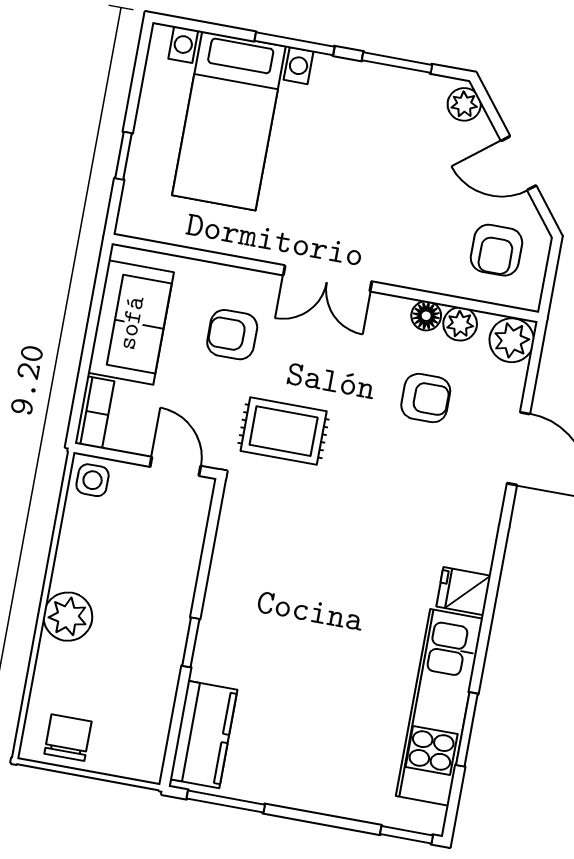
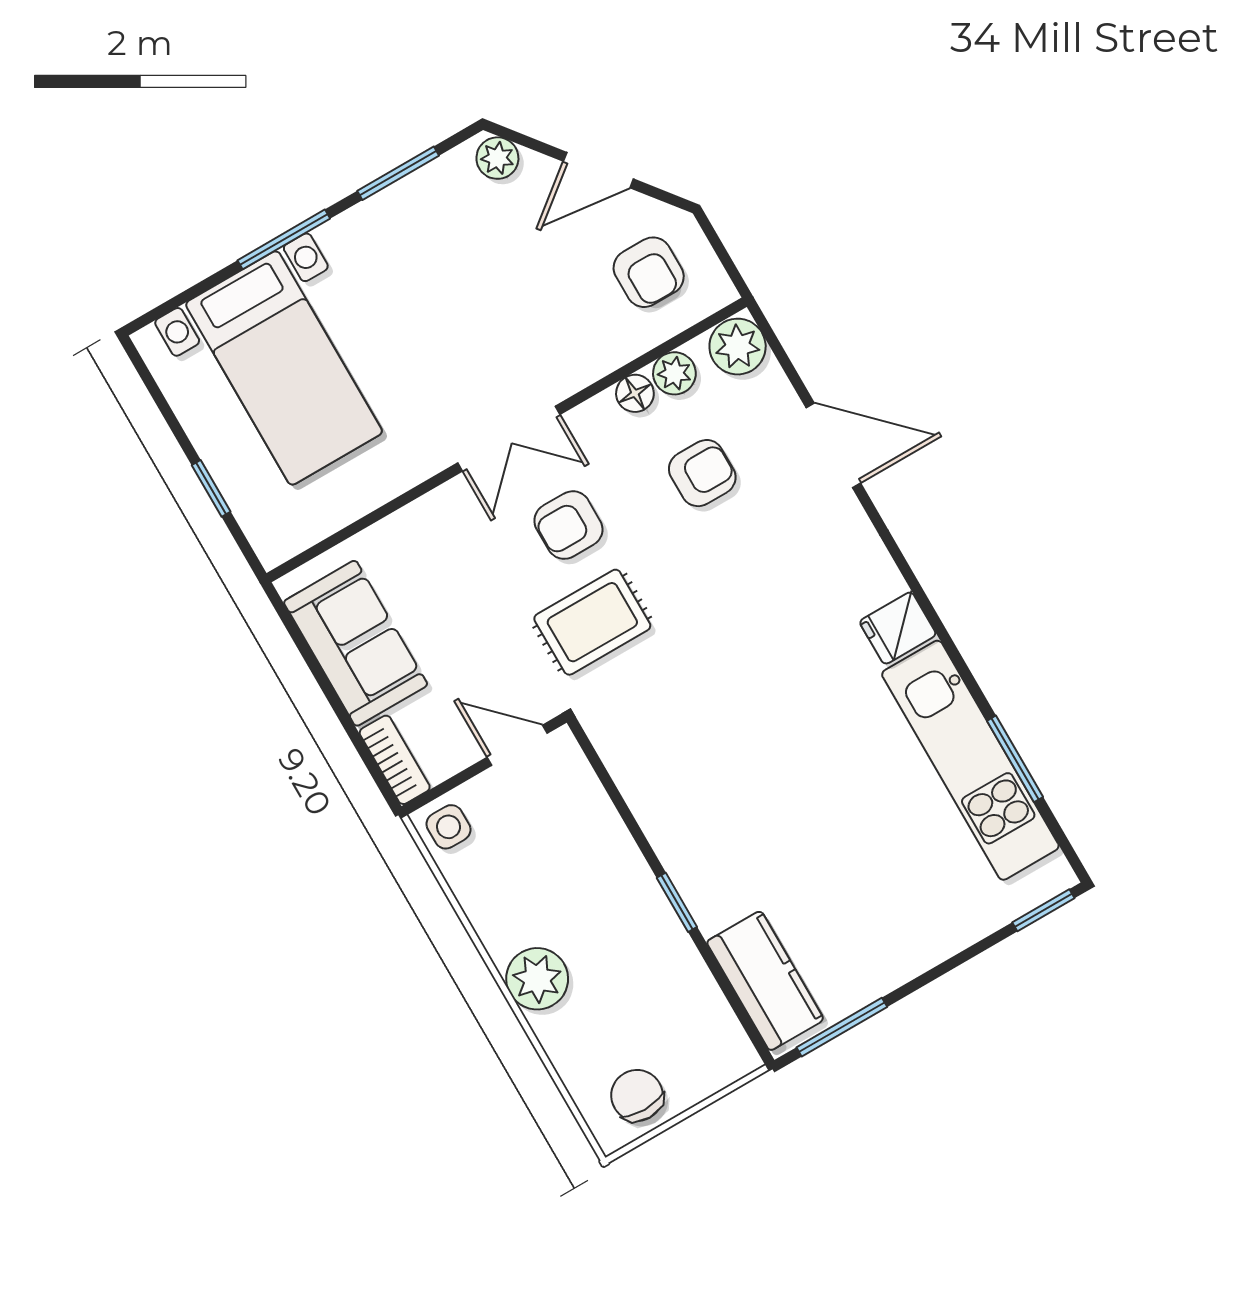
armchair: (232, 335) -> (568, 525), moved

